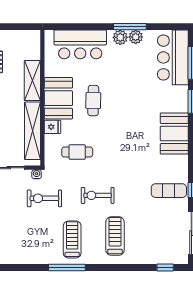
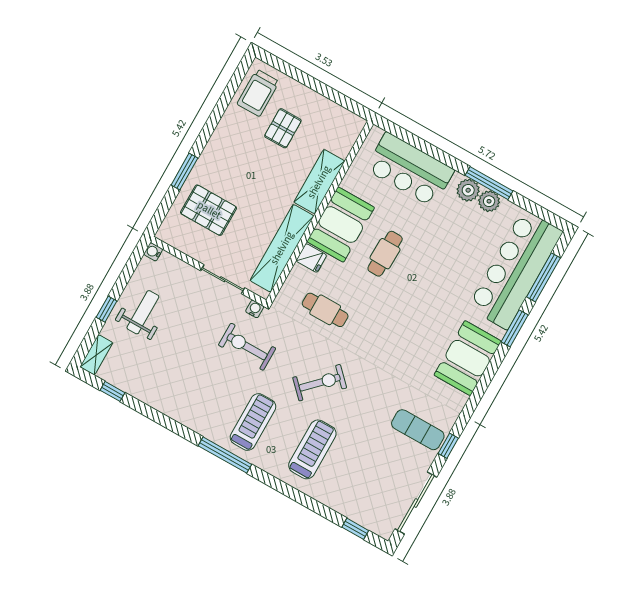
bar counter: (173, 57) -> (515, 270), width x1.36
exercise bike: (98, 195) -> (320, 383), turned 135

